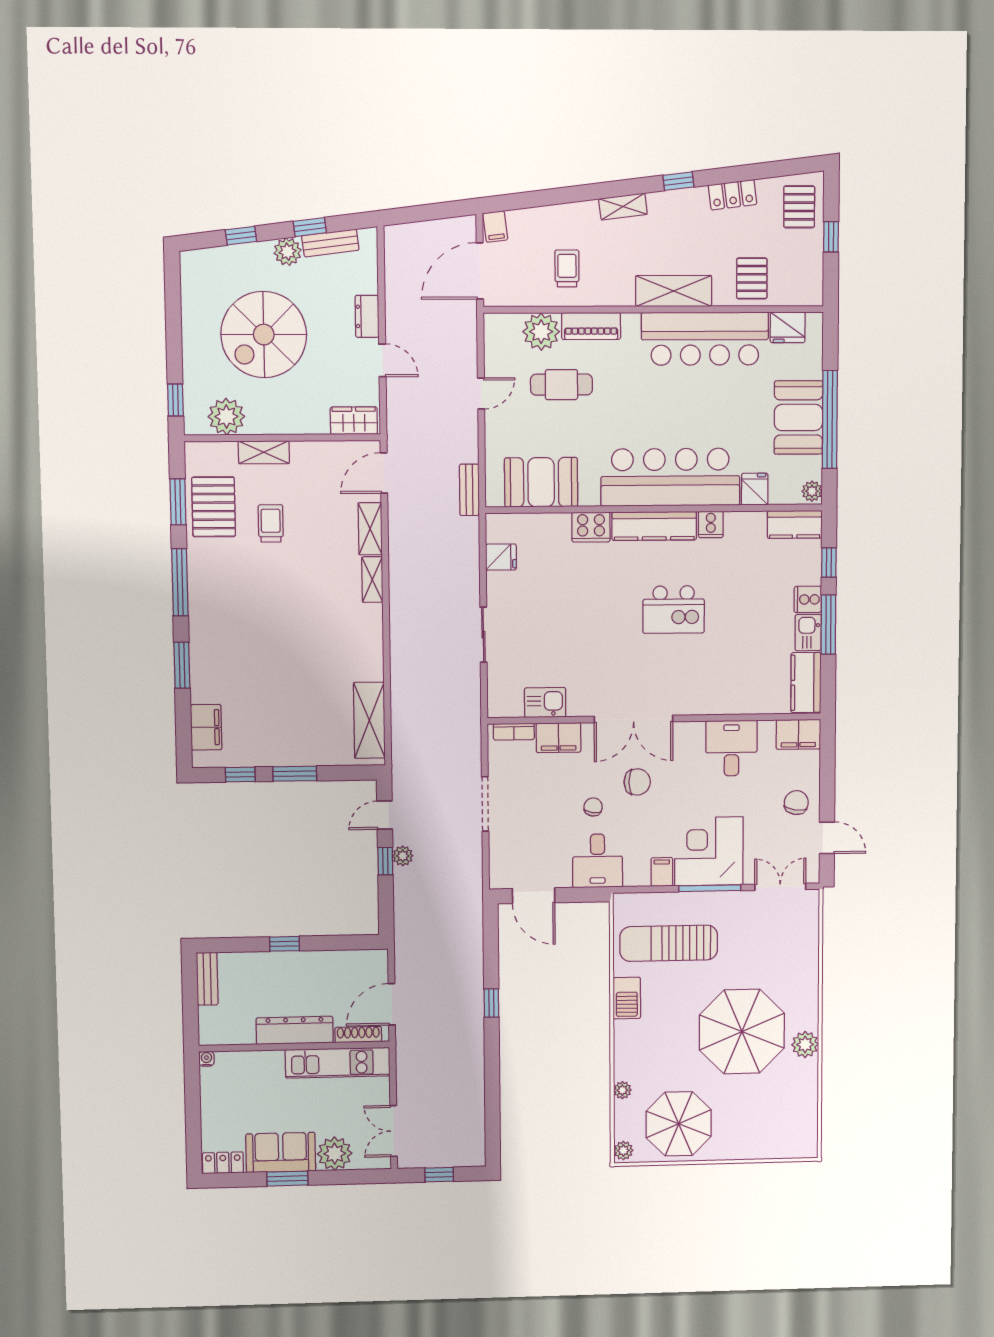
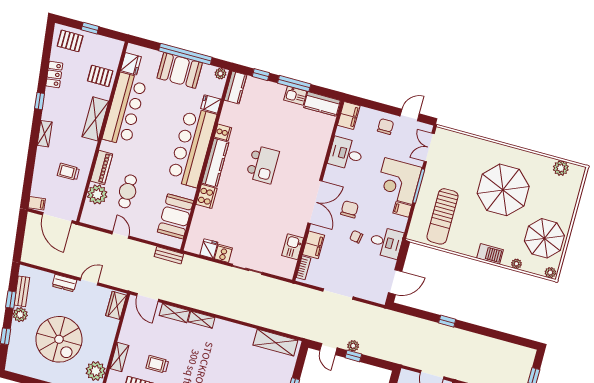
cooker: (808, 599) -> (223, 253), moved, turned 180
chair: (796, 803) -> (386, 126), turned 81
barbecue: (627, 998) -> (490, 254), moved
plant: (805, 1044) -> (561, 168), moved

